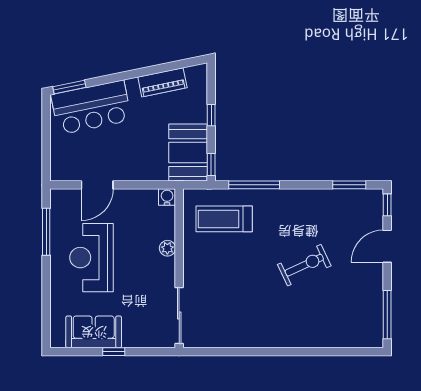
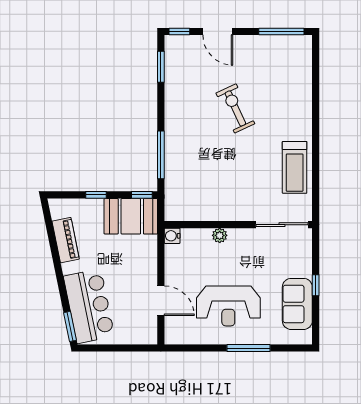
treadmill: (224, 219) -> (295, 167), moved
window: (46, 232) -> (249, 348), moved

